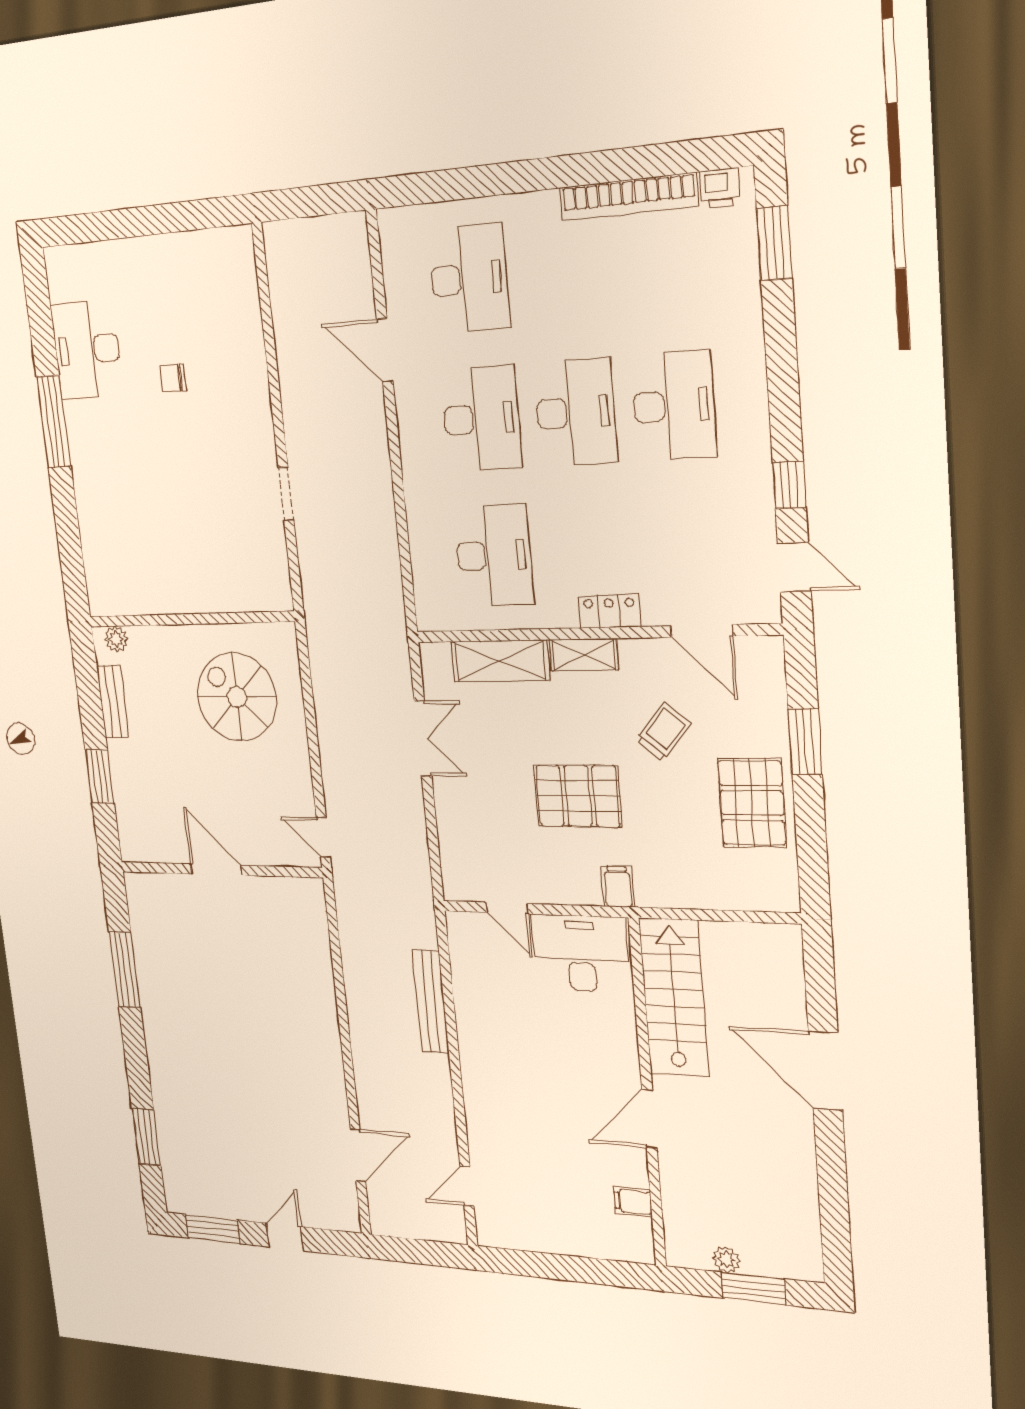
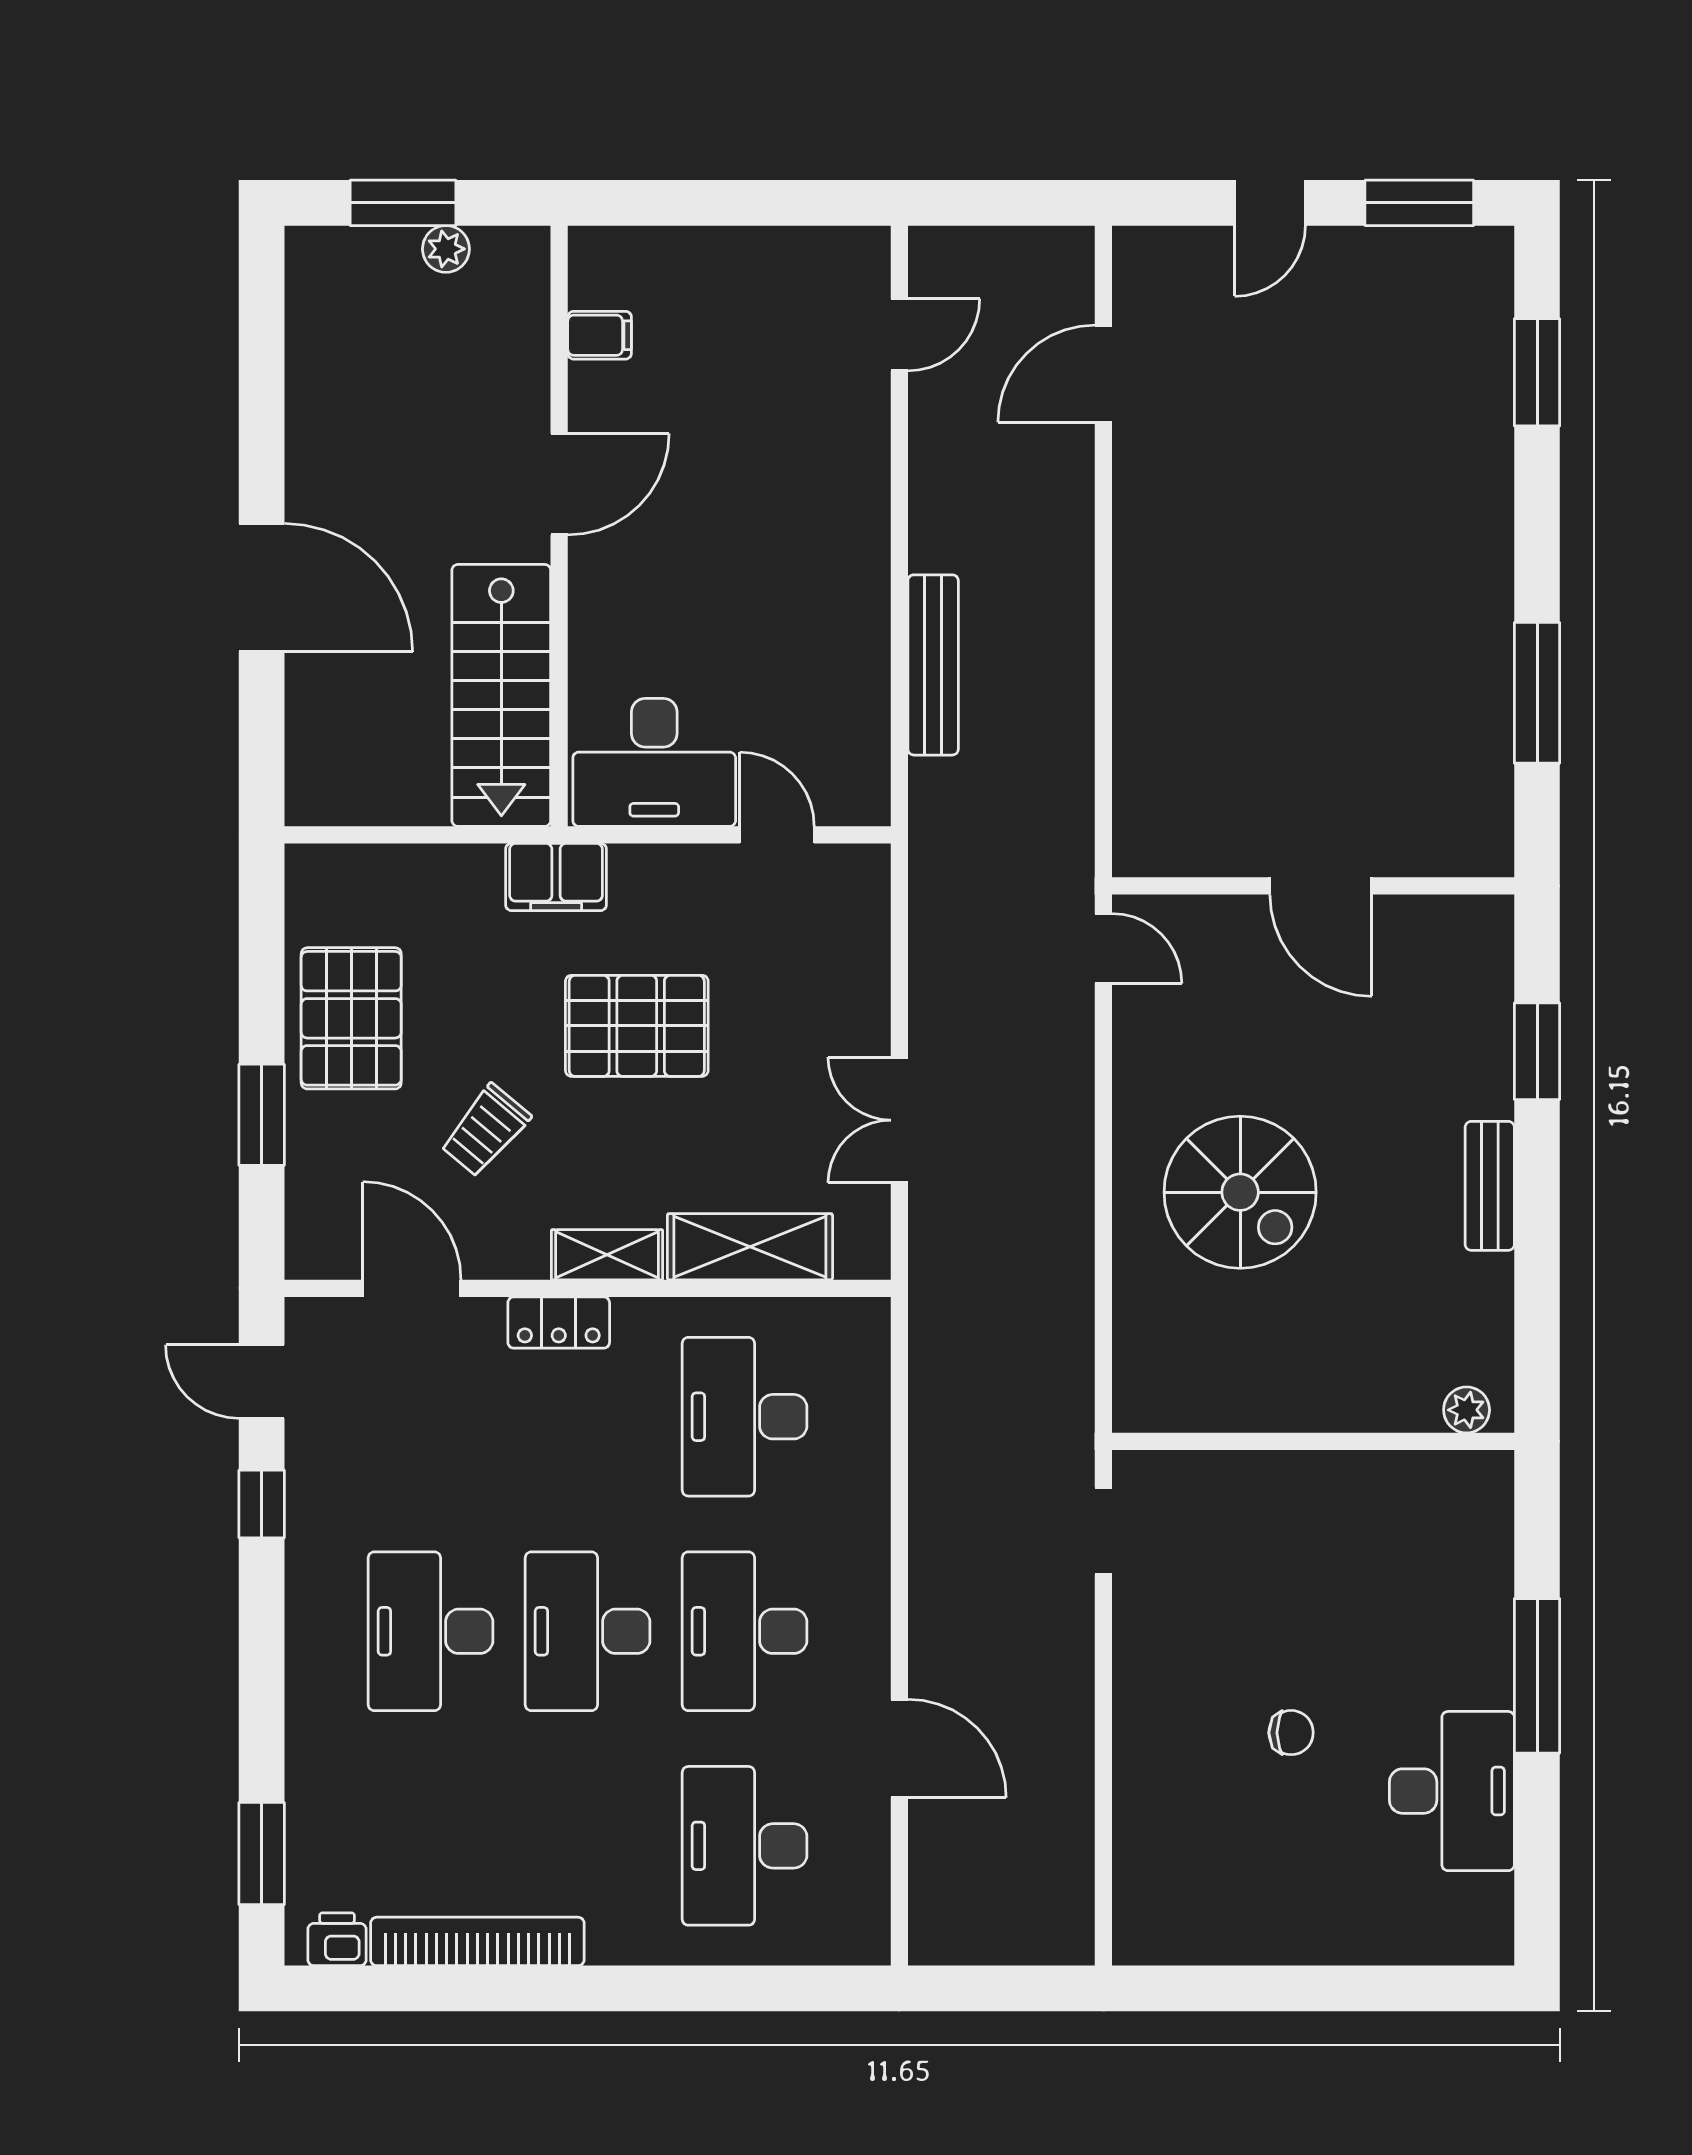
wall: (190, 619) -> (1313, 1441), moved
plant: (116, 639) -> (1467, 1410), moved
filing cabinet: (618, 887) -> (556, 877), width x2.00

